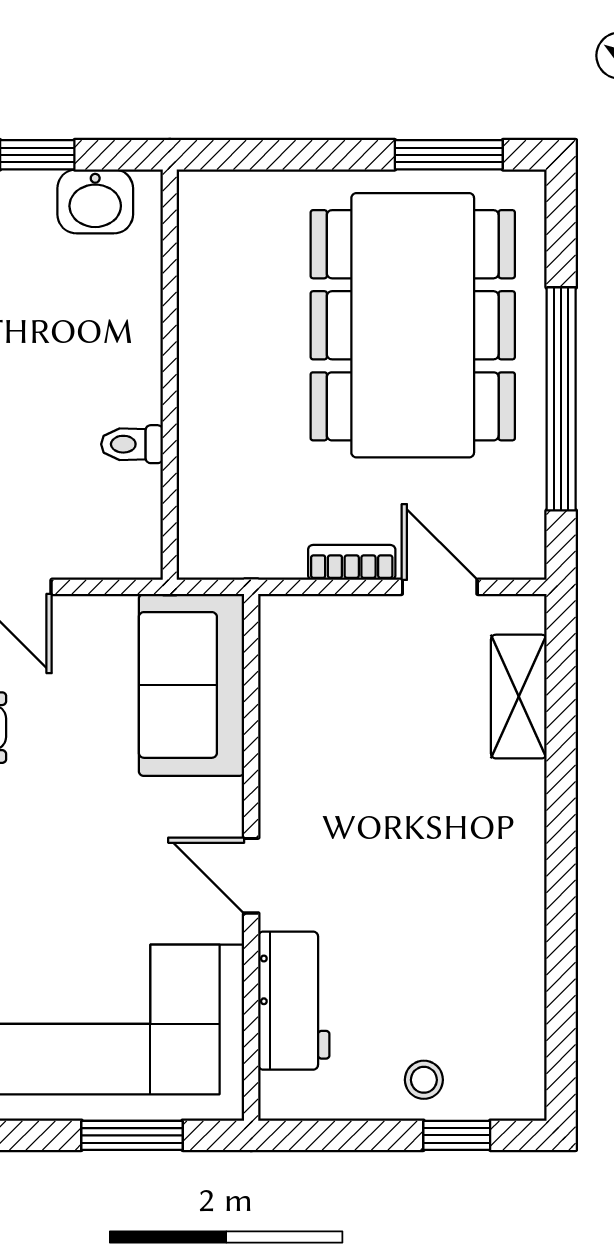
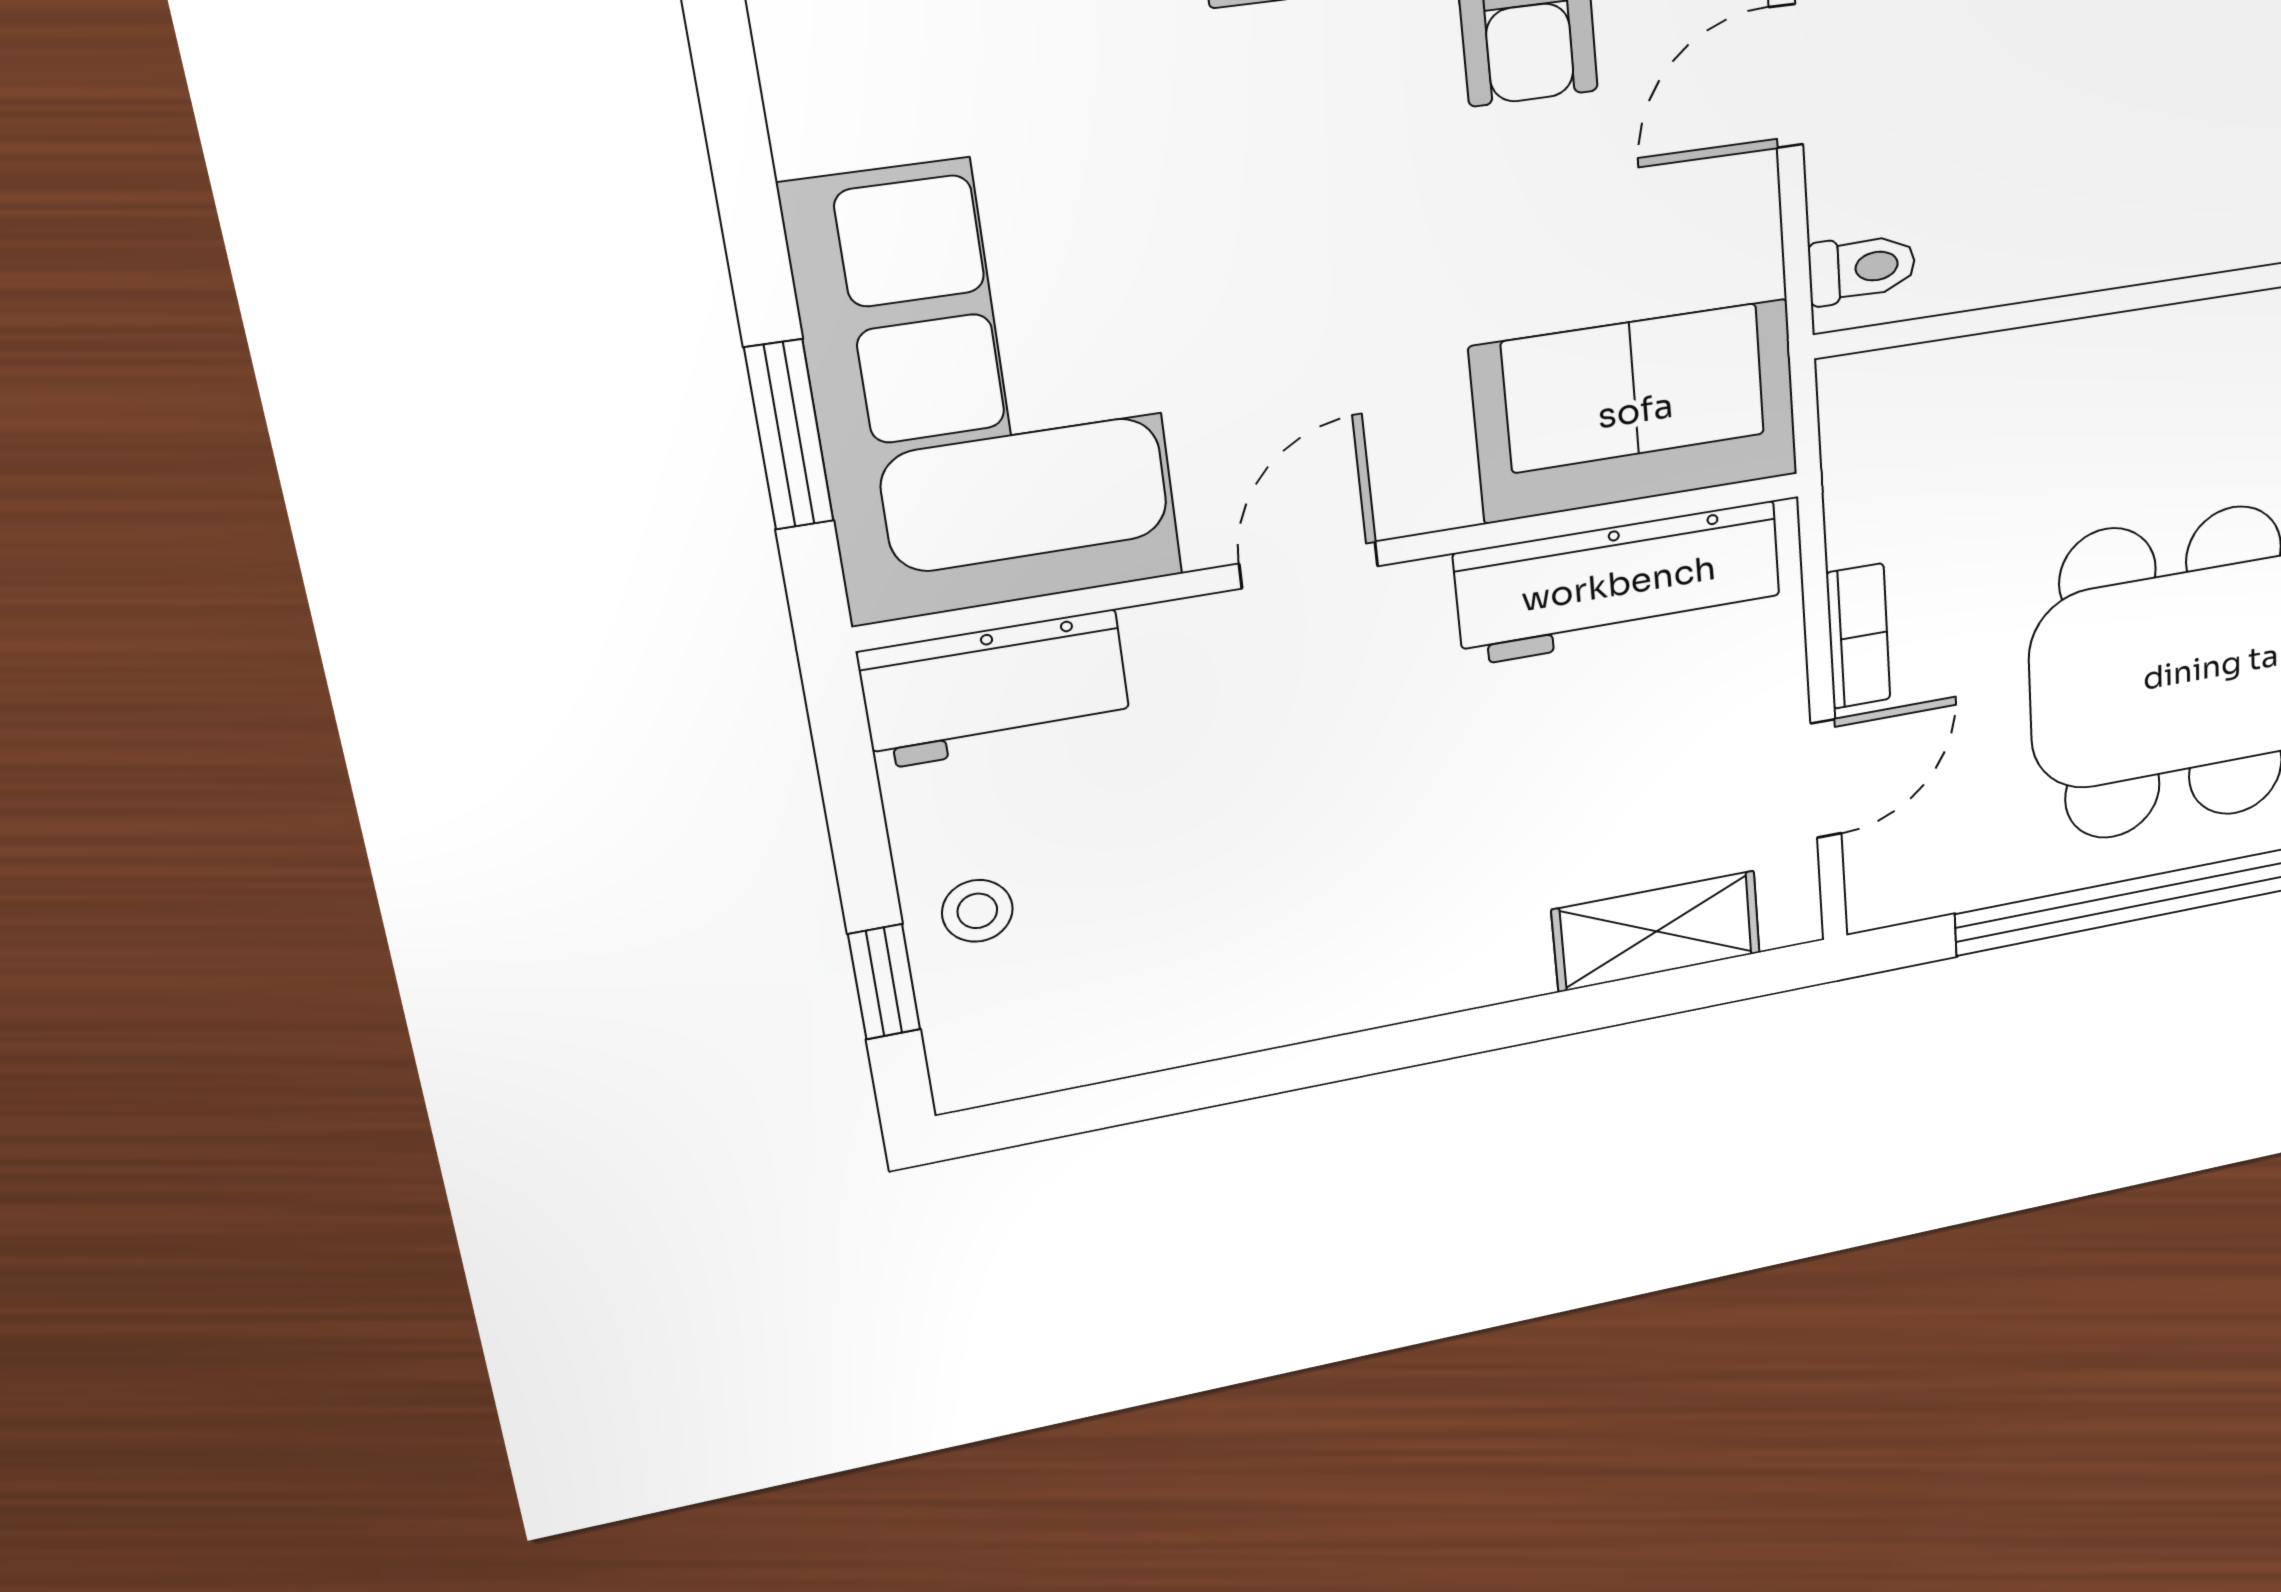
toilet: (132, 444) -> (1862, 268), moved, turned 90
workbench: (293, 702) -> (1619, 584), added
workbench: (294, 1001) -> (996, 690), moved

